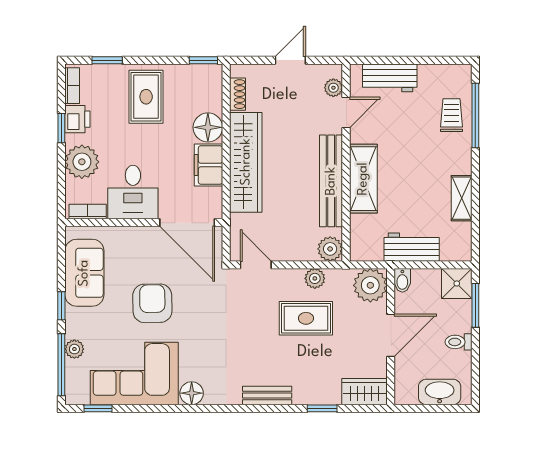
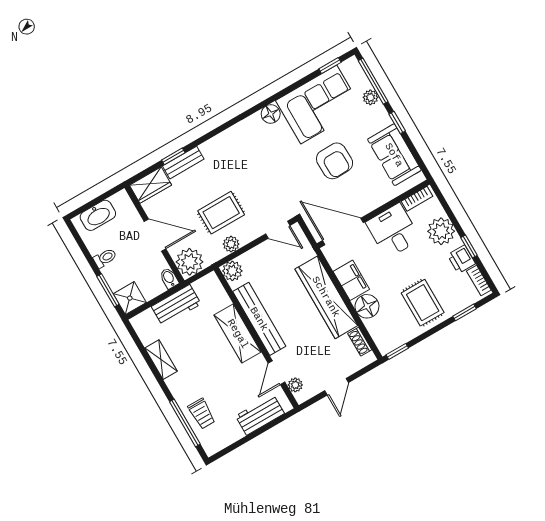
door: (391, 335) -> (155, 235), swing flipped
bench: (267, 395) -> (183, 163), moved

